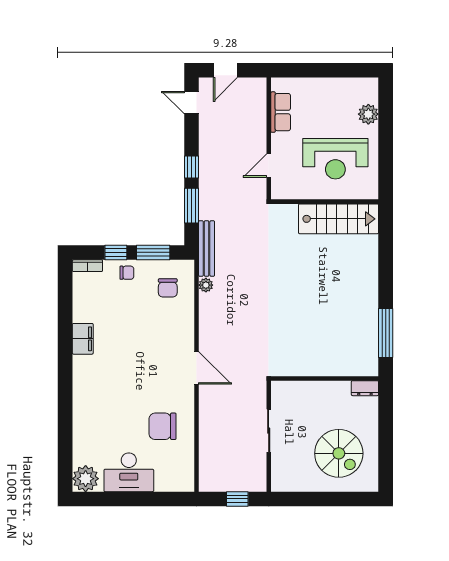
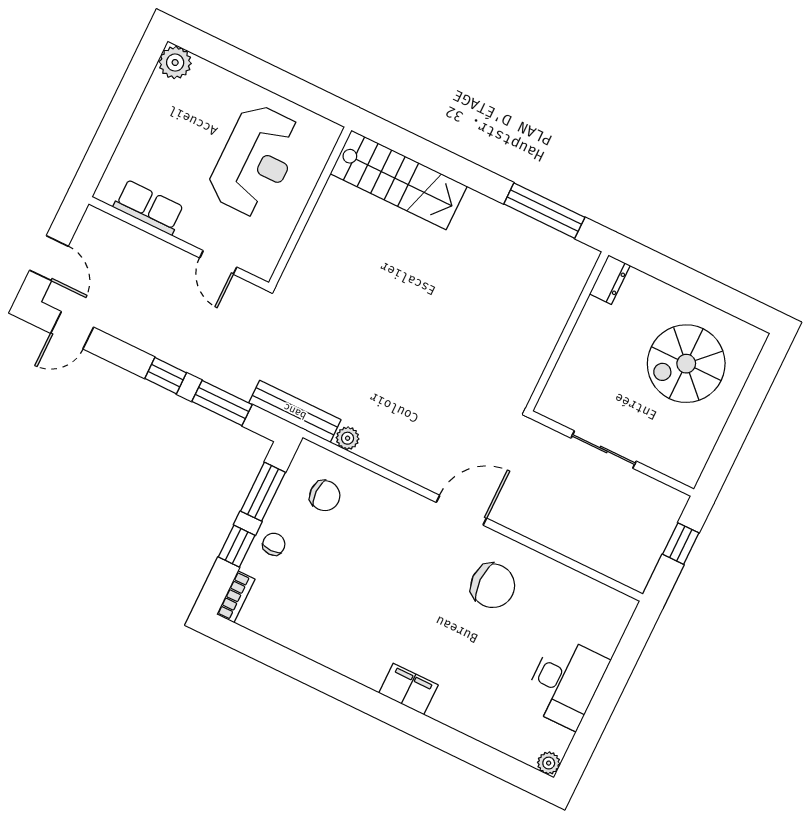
plant: (368, 114) -> (175, 63), moved
stairs: (339, 219) -> (399, 180), moved, turned 90
filing cabinet: (83, 339) -> (408, 689), moved
chair: (163, 426) -> (493, 586), moved, turned -90
spiral stairs: (339, 453) -> (686, 364), turned 180
plant: (86, 479) -> (549, 763), width x0.53, depth x0.53

